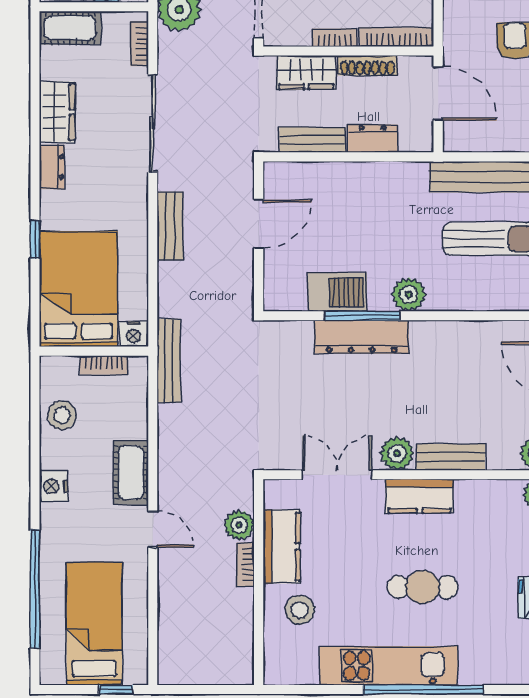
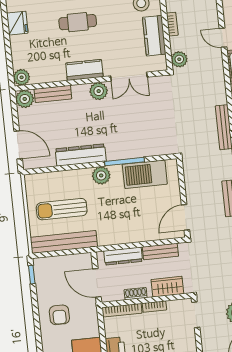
shoe rack: (367, 65) -> (136, 294), width x0.70
dresser: (373, 139) -> (123, 256), width x1.44
door: (259, 224) -> (186, 217), moved
barbecue: (337, 292) -> (145, 174), width x1.37, depth x1.21
dresser: (362, 337) -> (81, 155), moved
bench: (451, 457) -> (53, 94), moved
plant: (239, 525) -> (179, 59), moved

